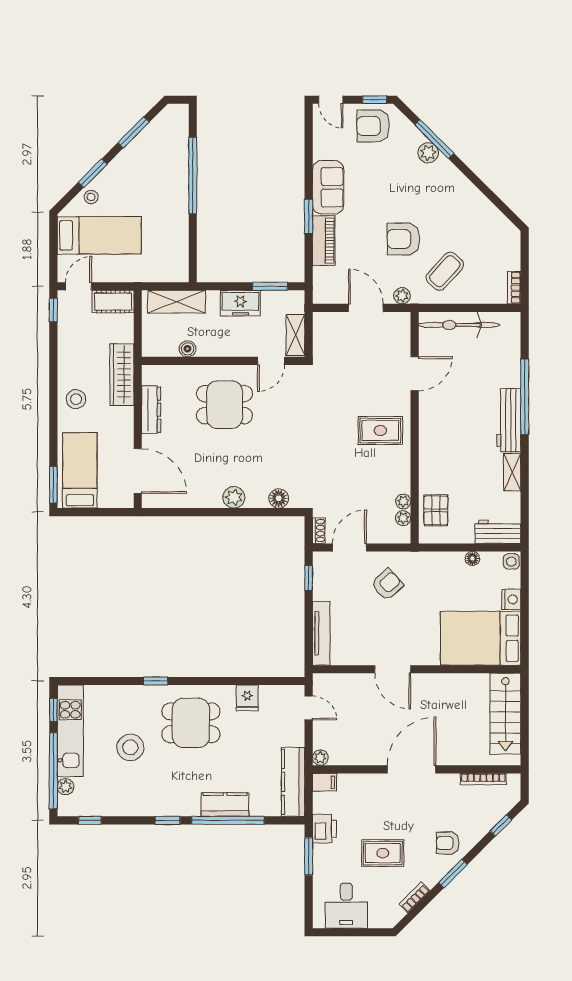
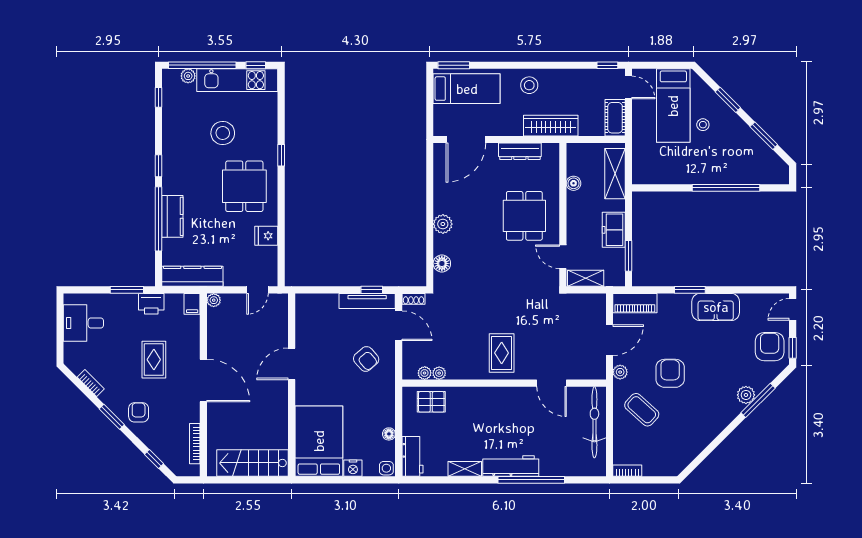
stool: (91, 197) -> (703, 125), moved
piano: (324, 241) -> (635, 303), moved
tv unit: (321, 633) -> (367, 301), moved
rug: (383, 853) -> (154, 360), moved

